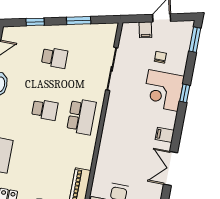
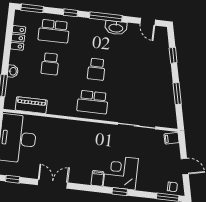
filing cabinet: (145, 30) -> (172, 138), moved
chair: (160, 57) -> (172, 187), moved
school desk: (55, 58) -> (50, 64), moved
filing cabinet: (165, 135) -> (97, 178), moved

